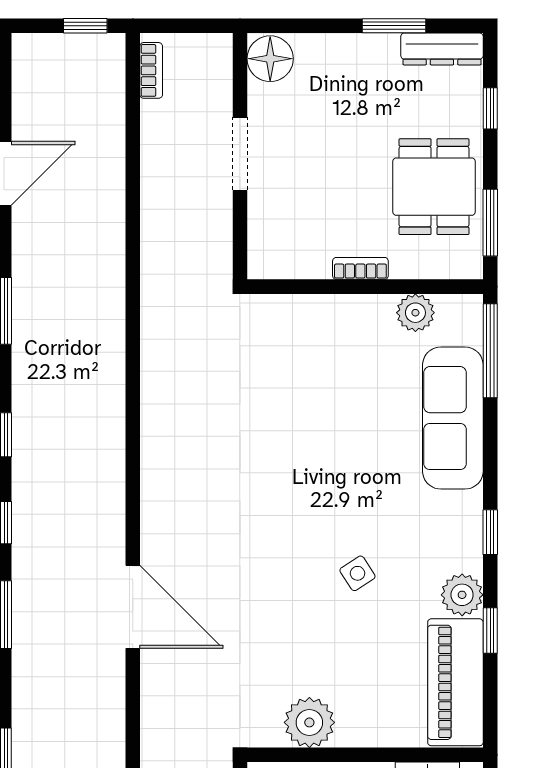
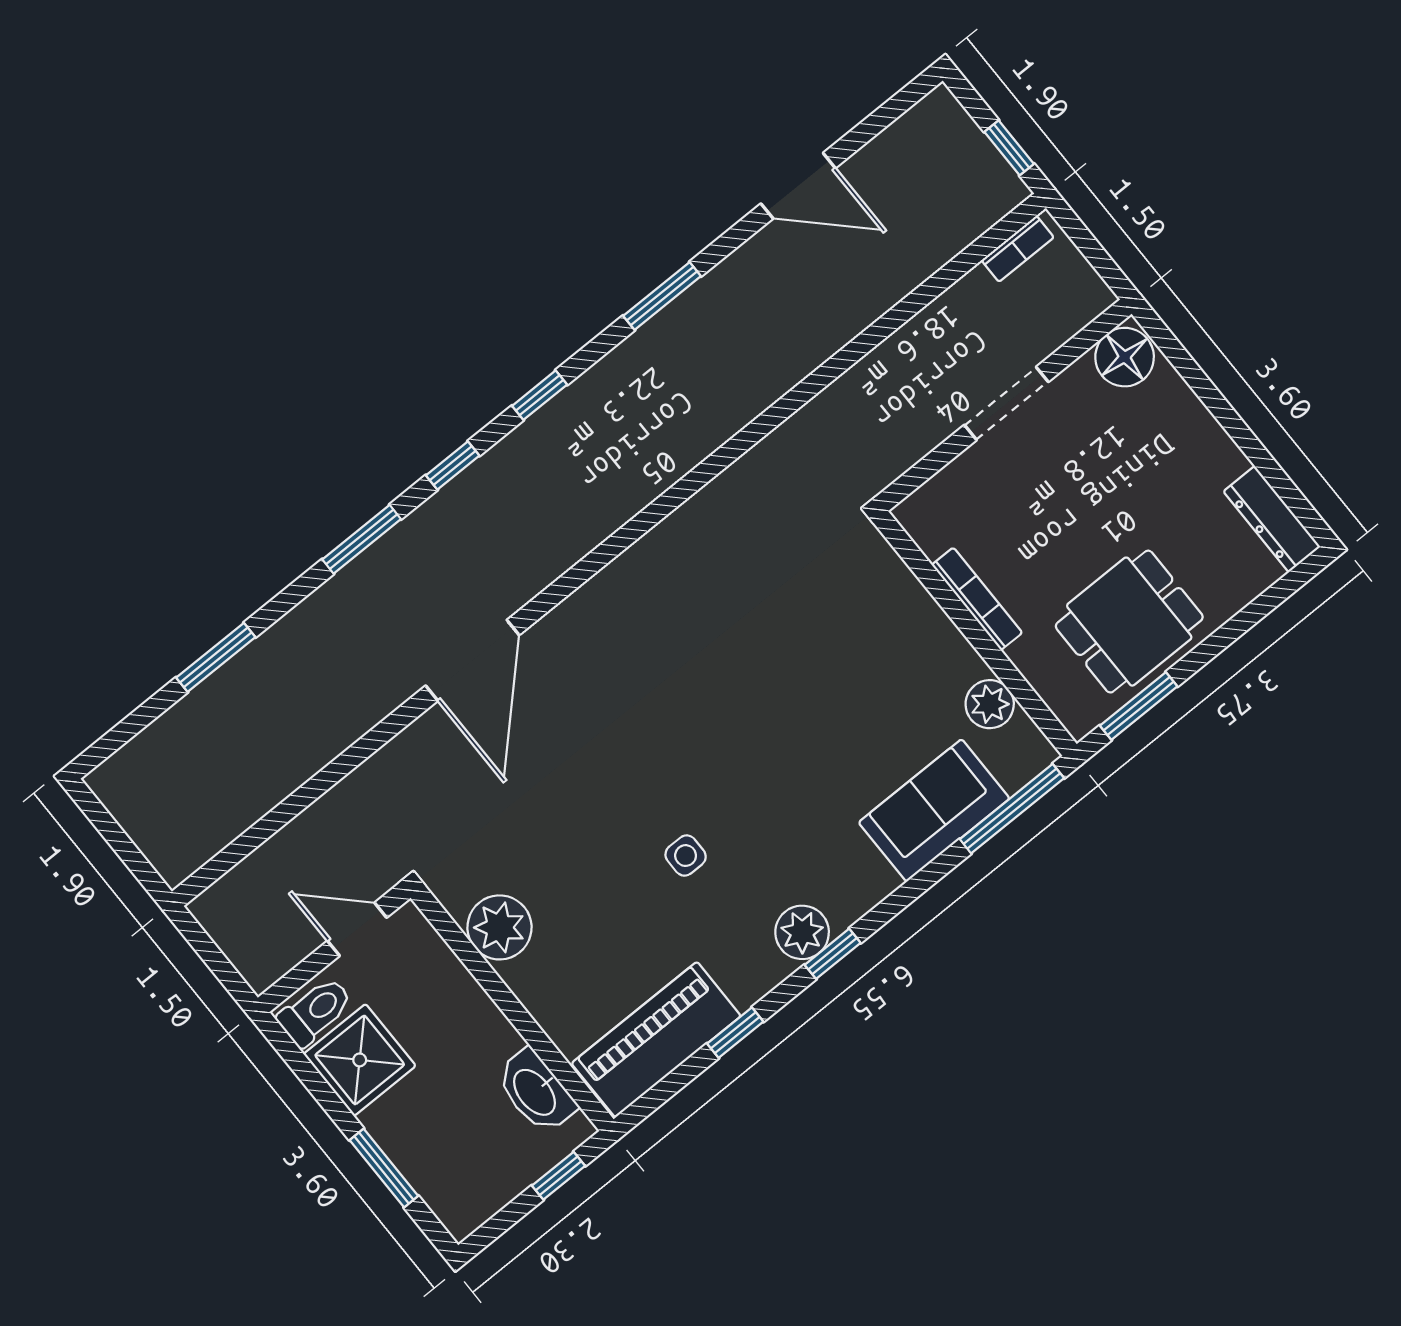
window: (394, 26) -> (1256, 453), removed
window: (490, 108) -> (1252, 614), removed
bookcase: (360, 268) -> (977, 599), width x1.56
sofa: (453, 418) -> (934, 810), width x0.73
side table: (357, 573) -> (686, 856), turned 33
plant: (462, 595) -> (802, 932), moved

